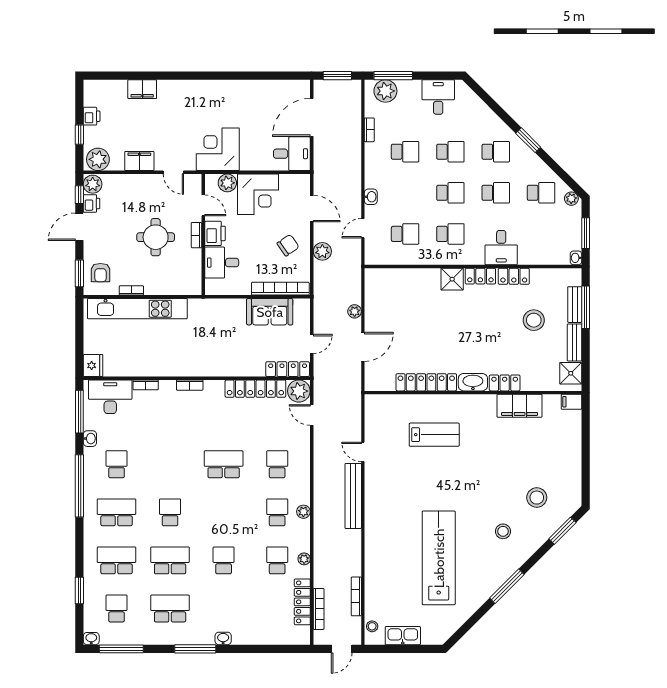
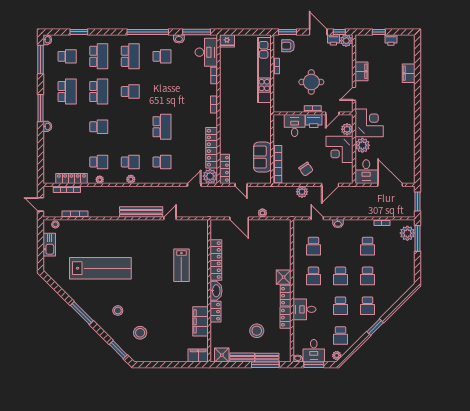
desk: (438, 97) -> (314, 351), moved, turned 90
plant: (98, 159) -> (362, 145), moved
filing cabinet: (571, 402) -> (198, 356), width x2.00

